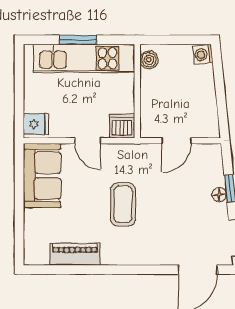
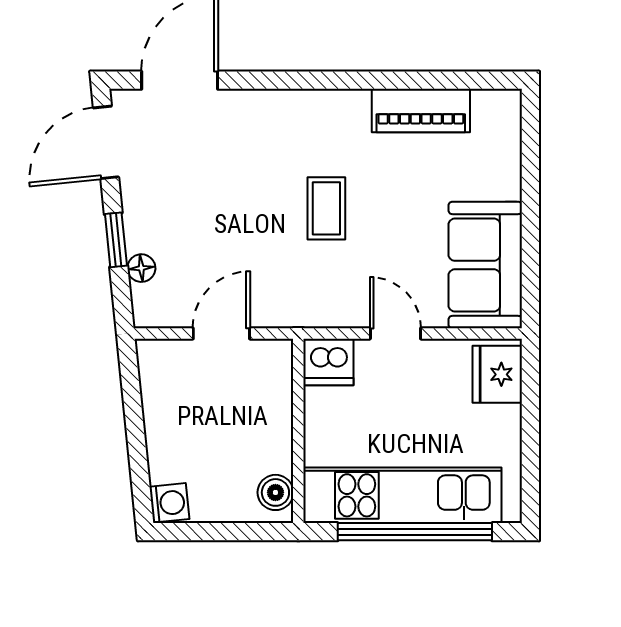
window: (78, 40) -> (415, 532), width x2.11
fridge: (36, 124) -> (497, 374), width x1.38
floor lamp: (219, 195) -> (141, 268), moved
coffee table: (123, 204) -> (326, 208), width x0.73, depth x0.77

